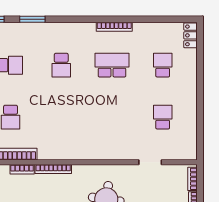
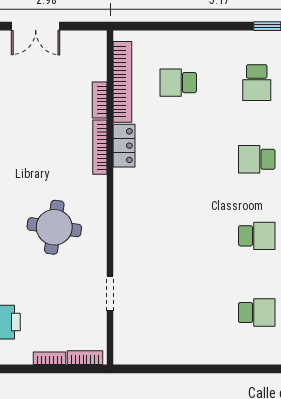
school desk: (112, 65) -> (257, 236), width x0.54
school desk: (163, 117) -> (178, 313), removed
locker: (52, 153) -> (124, 146), added

